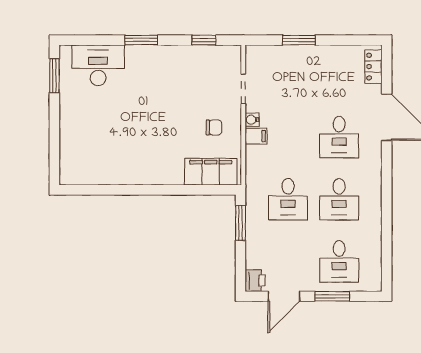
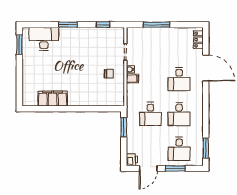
window: (299, 40) -> (156, 25), width x1.44
filing cabinet: (211, 172) -> (53, 99), moved
window: (387, 260) -> (206, 148), added

